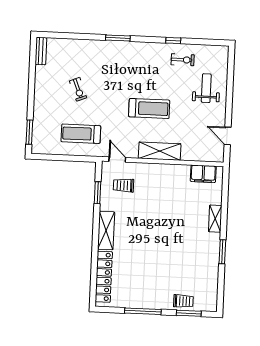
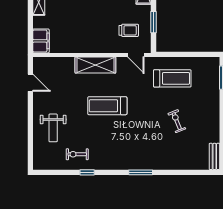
filing cabinet: (203, 174) -> (41, 41), moved, turned 90

